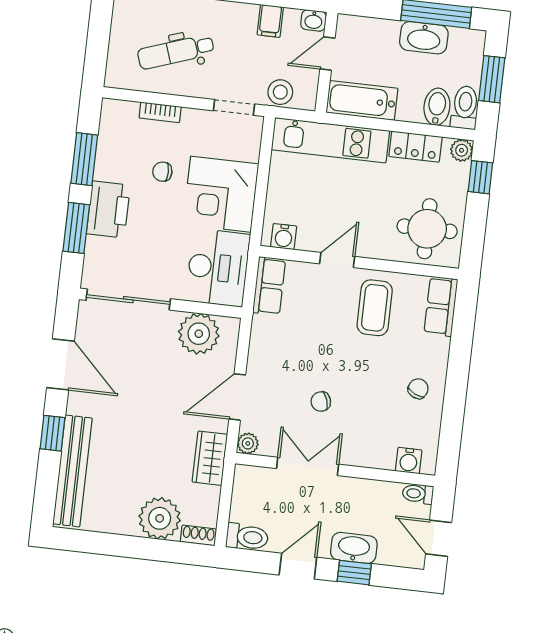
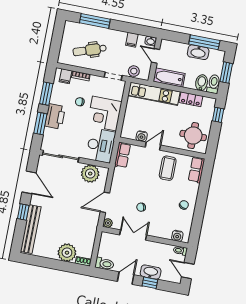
door: (327, 54) -> (156, 56), hinge flipped
filing cabinet: (125, 116) -> (66, 76), added
plant: (462, 150) -> (211, 103), removed
water cooler: (284, 237) -> (142, 136), moved
wardrobe: (210, 458) -> (91, 228), removed

